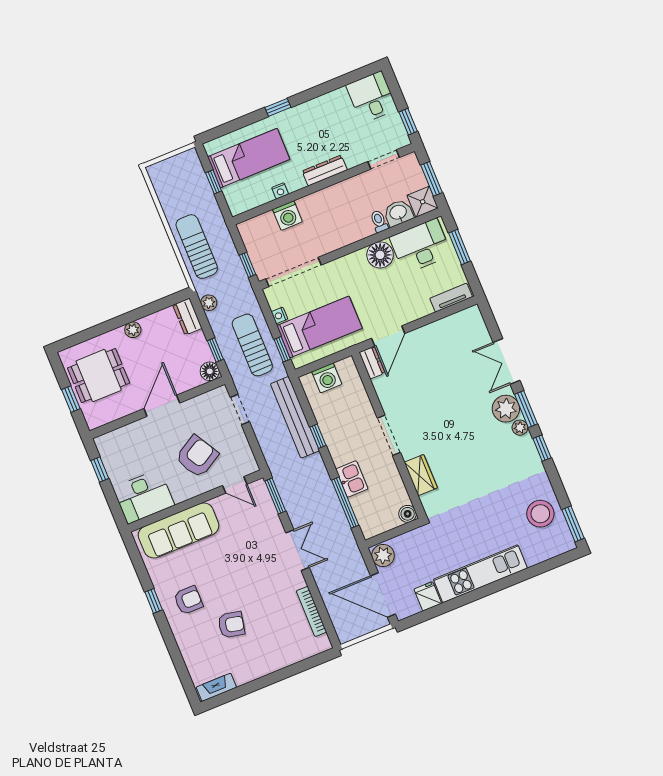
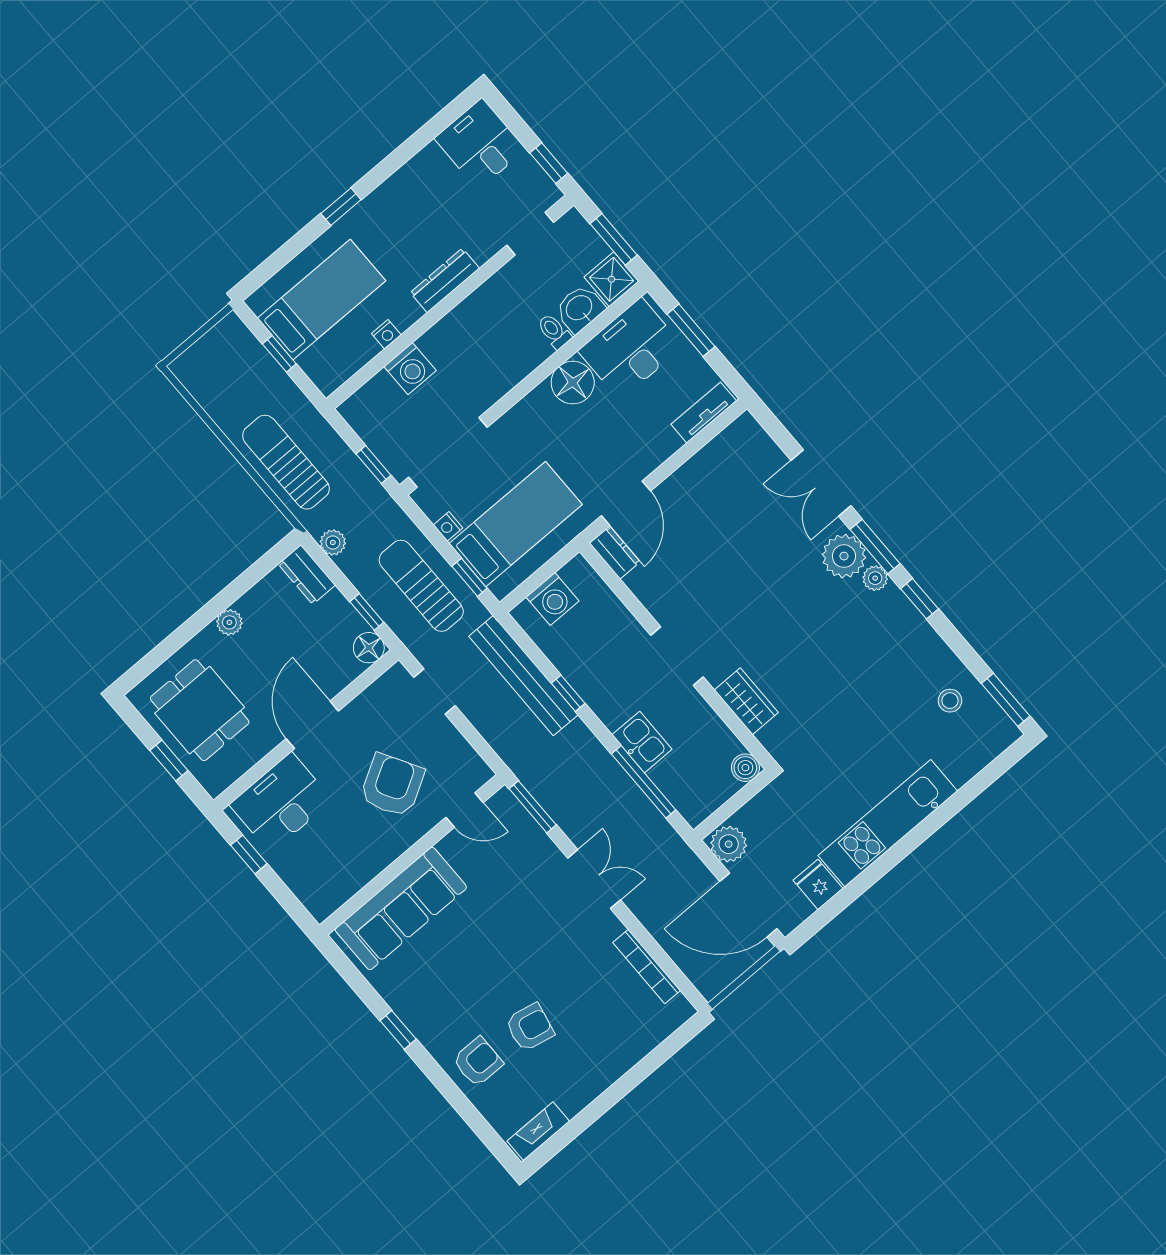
dining table: (99, 376) -> (200, 710), turned 90
desk: (144, 496) -> (281, 802), moved, turned 180
stool: (540, 514) -> (950, 701), width x0.53, depth x0.53
armchair: (188, 600) -> (478, 1062), moved

